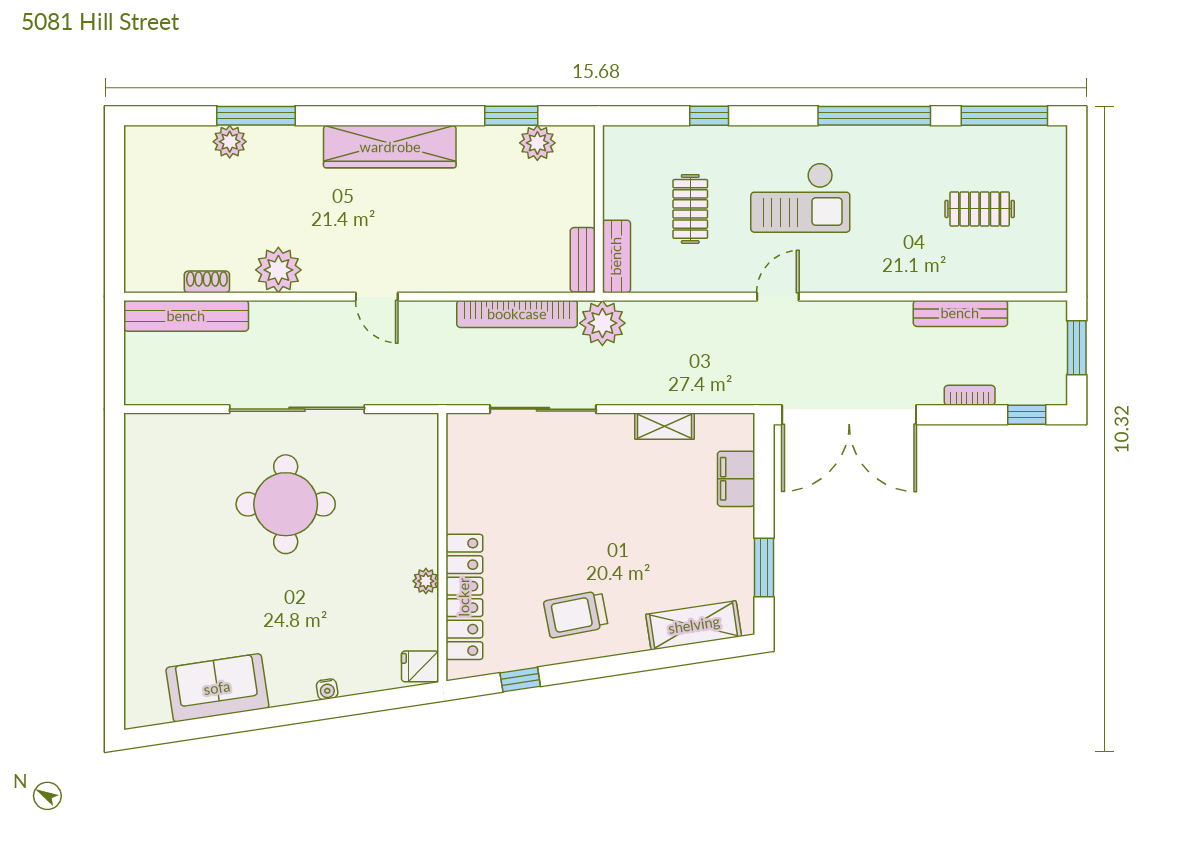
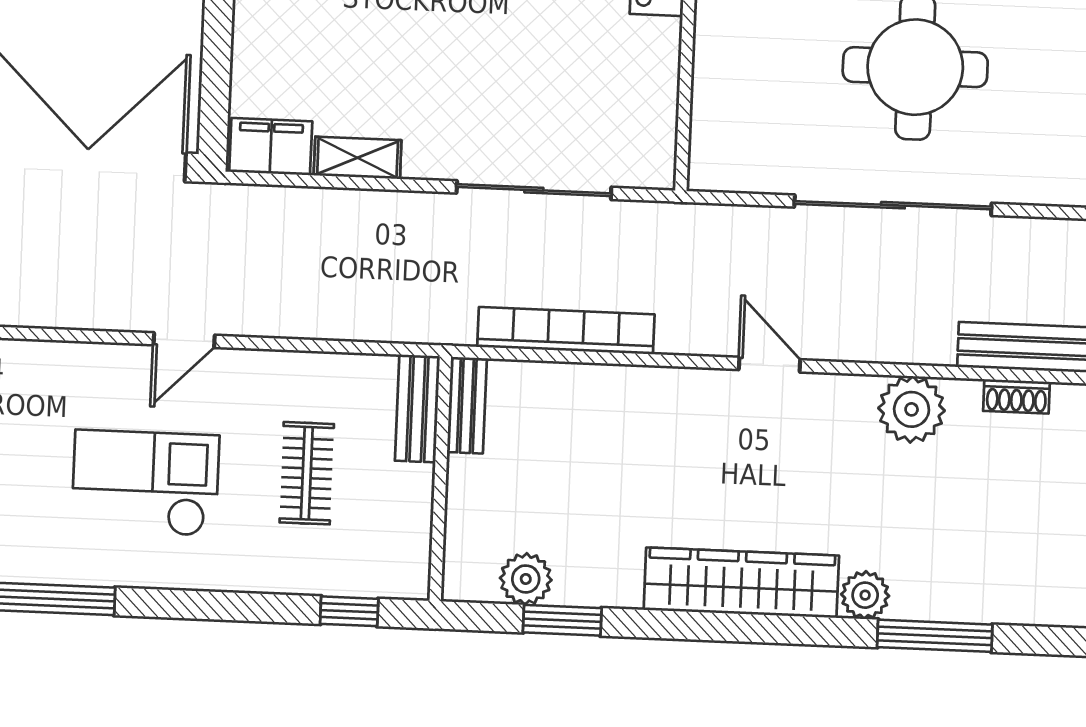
window: (709, 116) -> (349, 611), moved
plant: (230, 142) -> (865, 595), moved
plant: (602, 323) -> (442, 312), removed
filing cabinet: (736, 479) -> (271, 147), moved, turned -90

